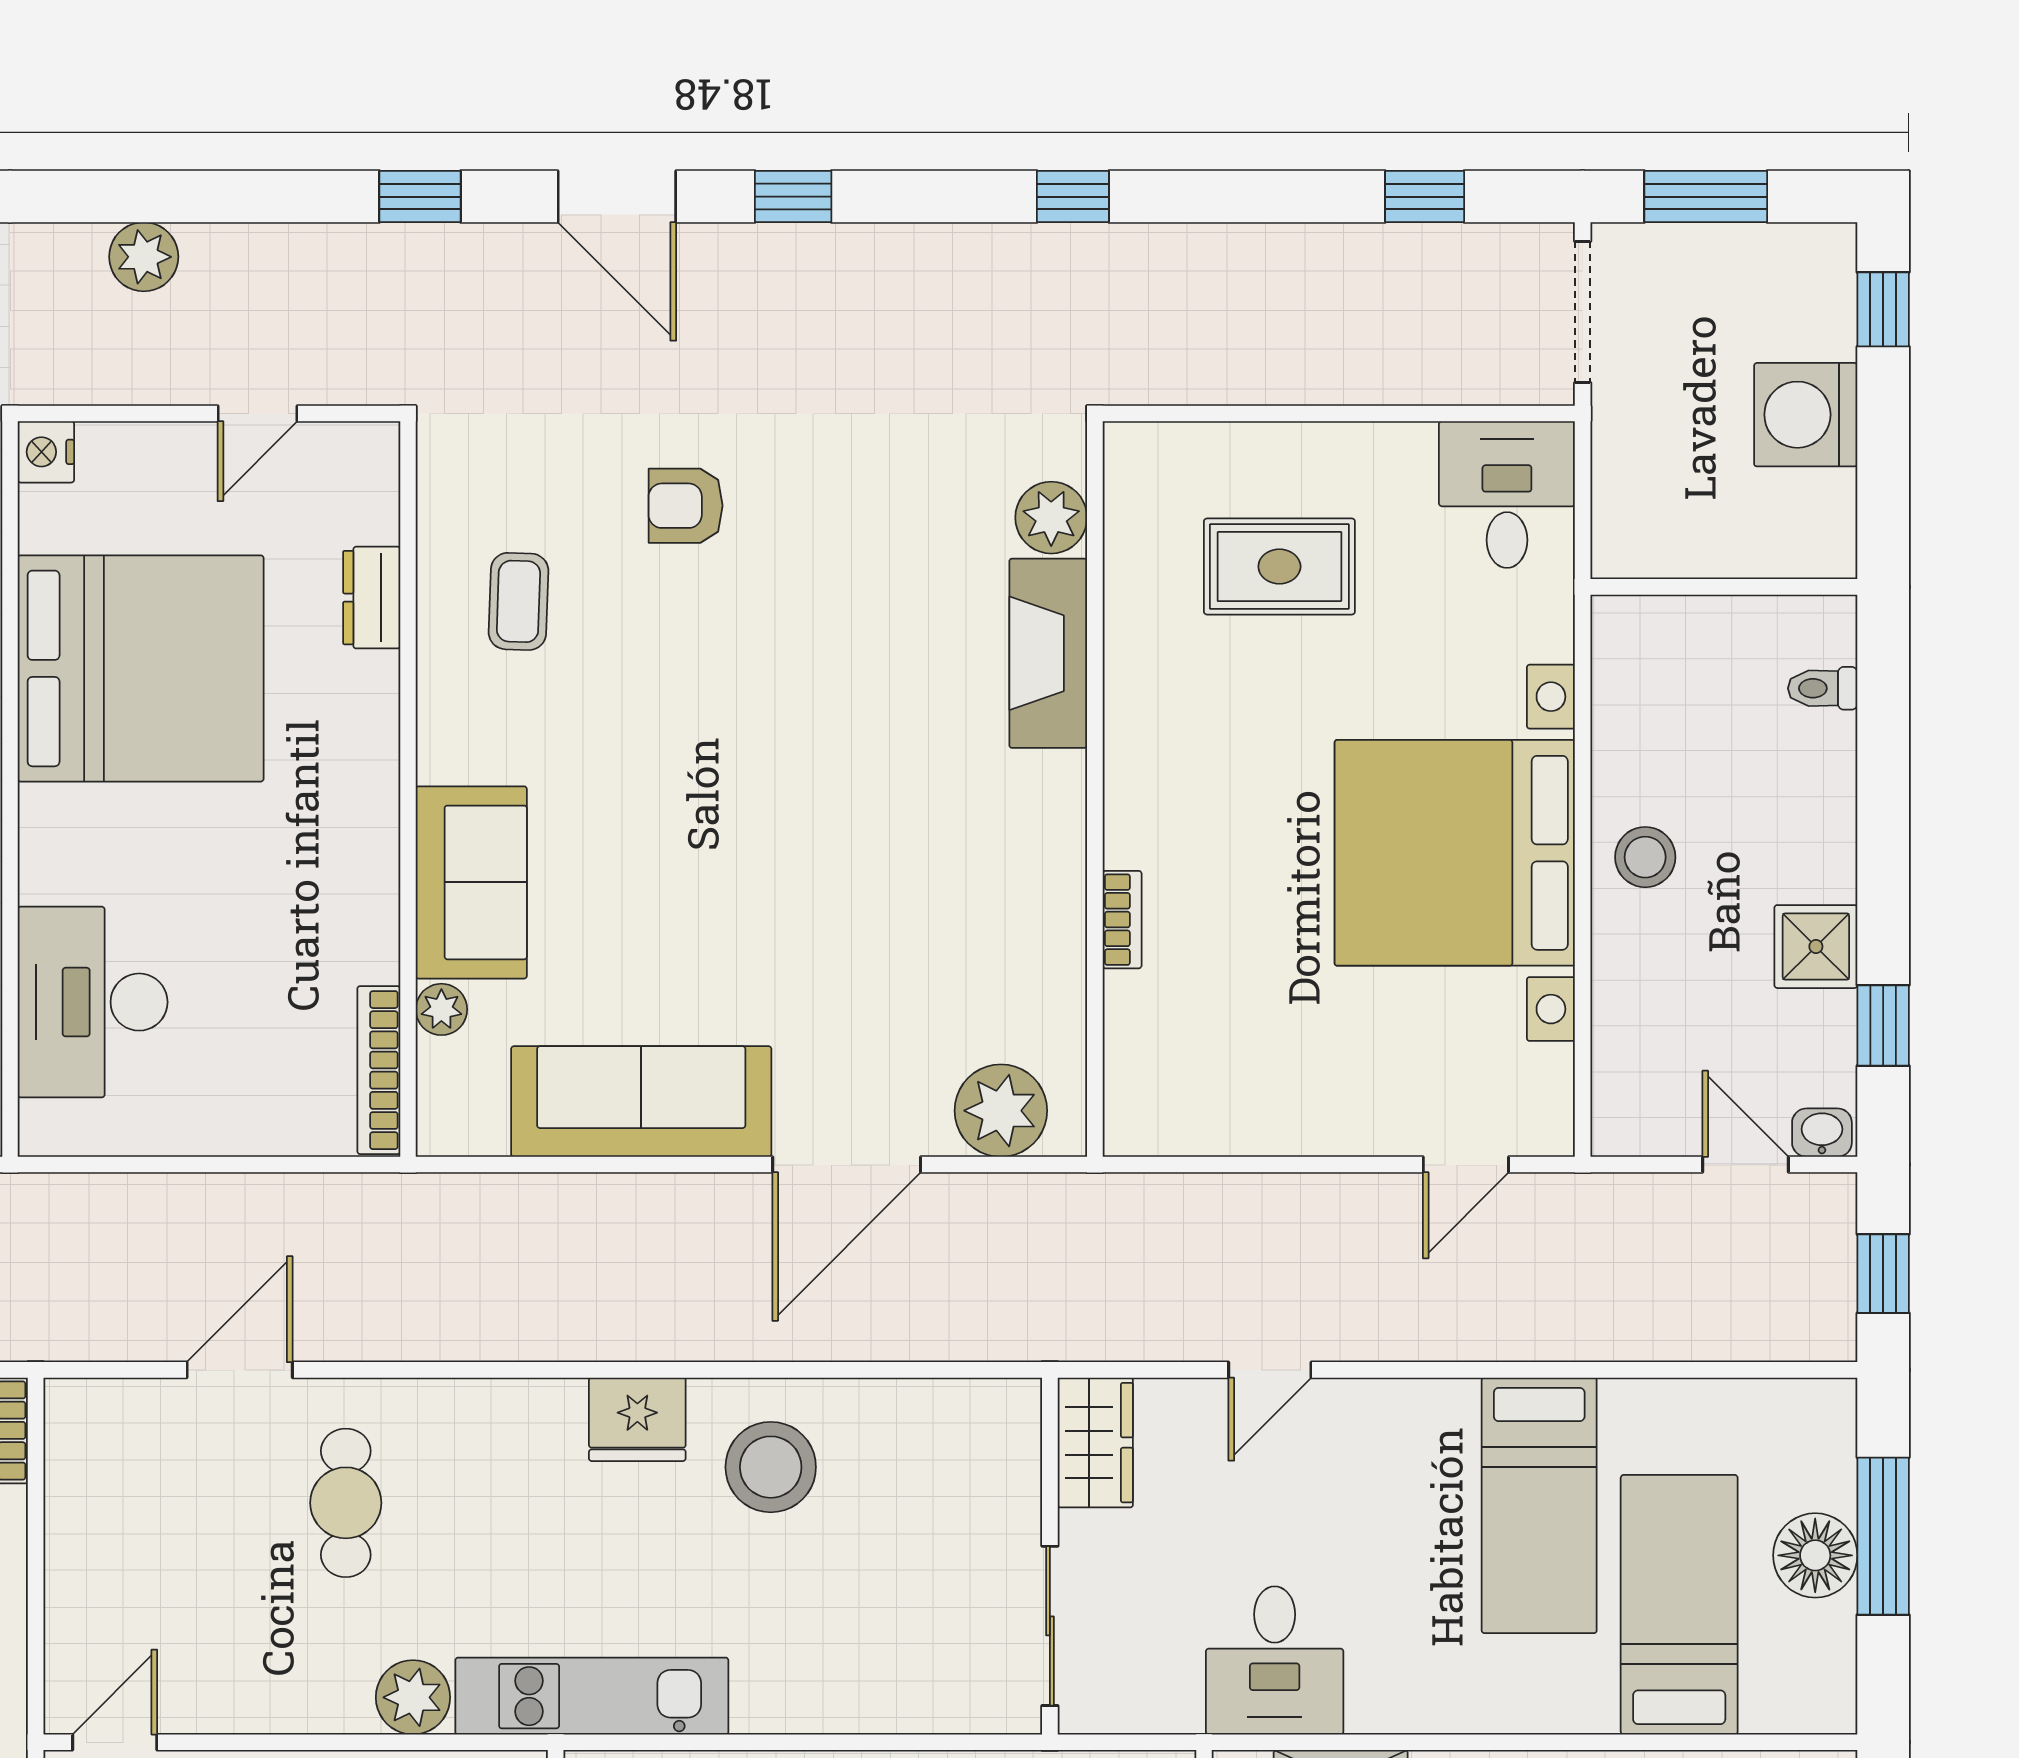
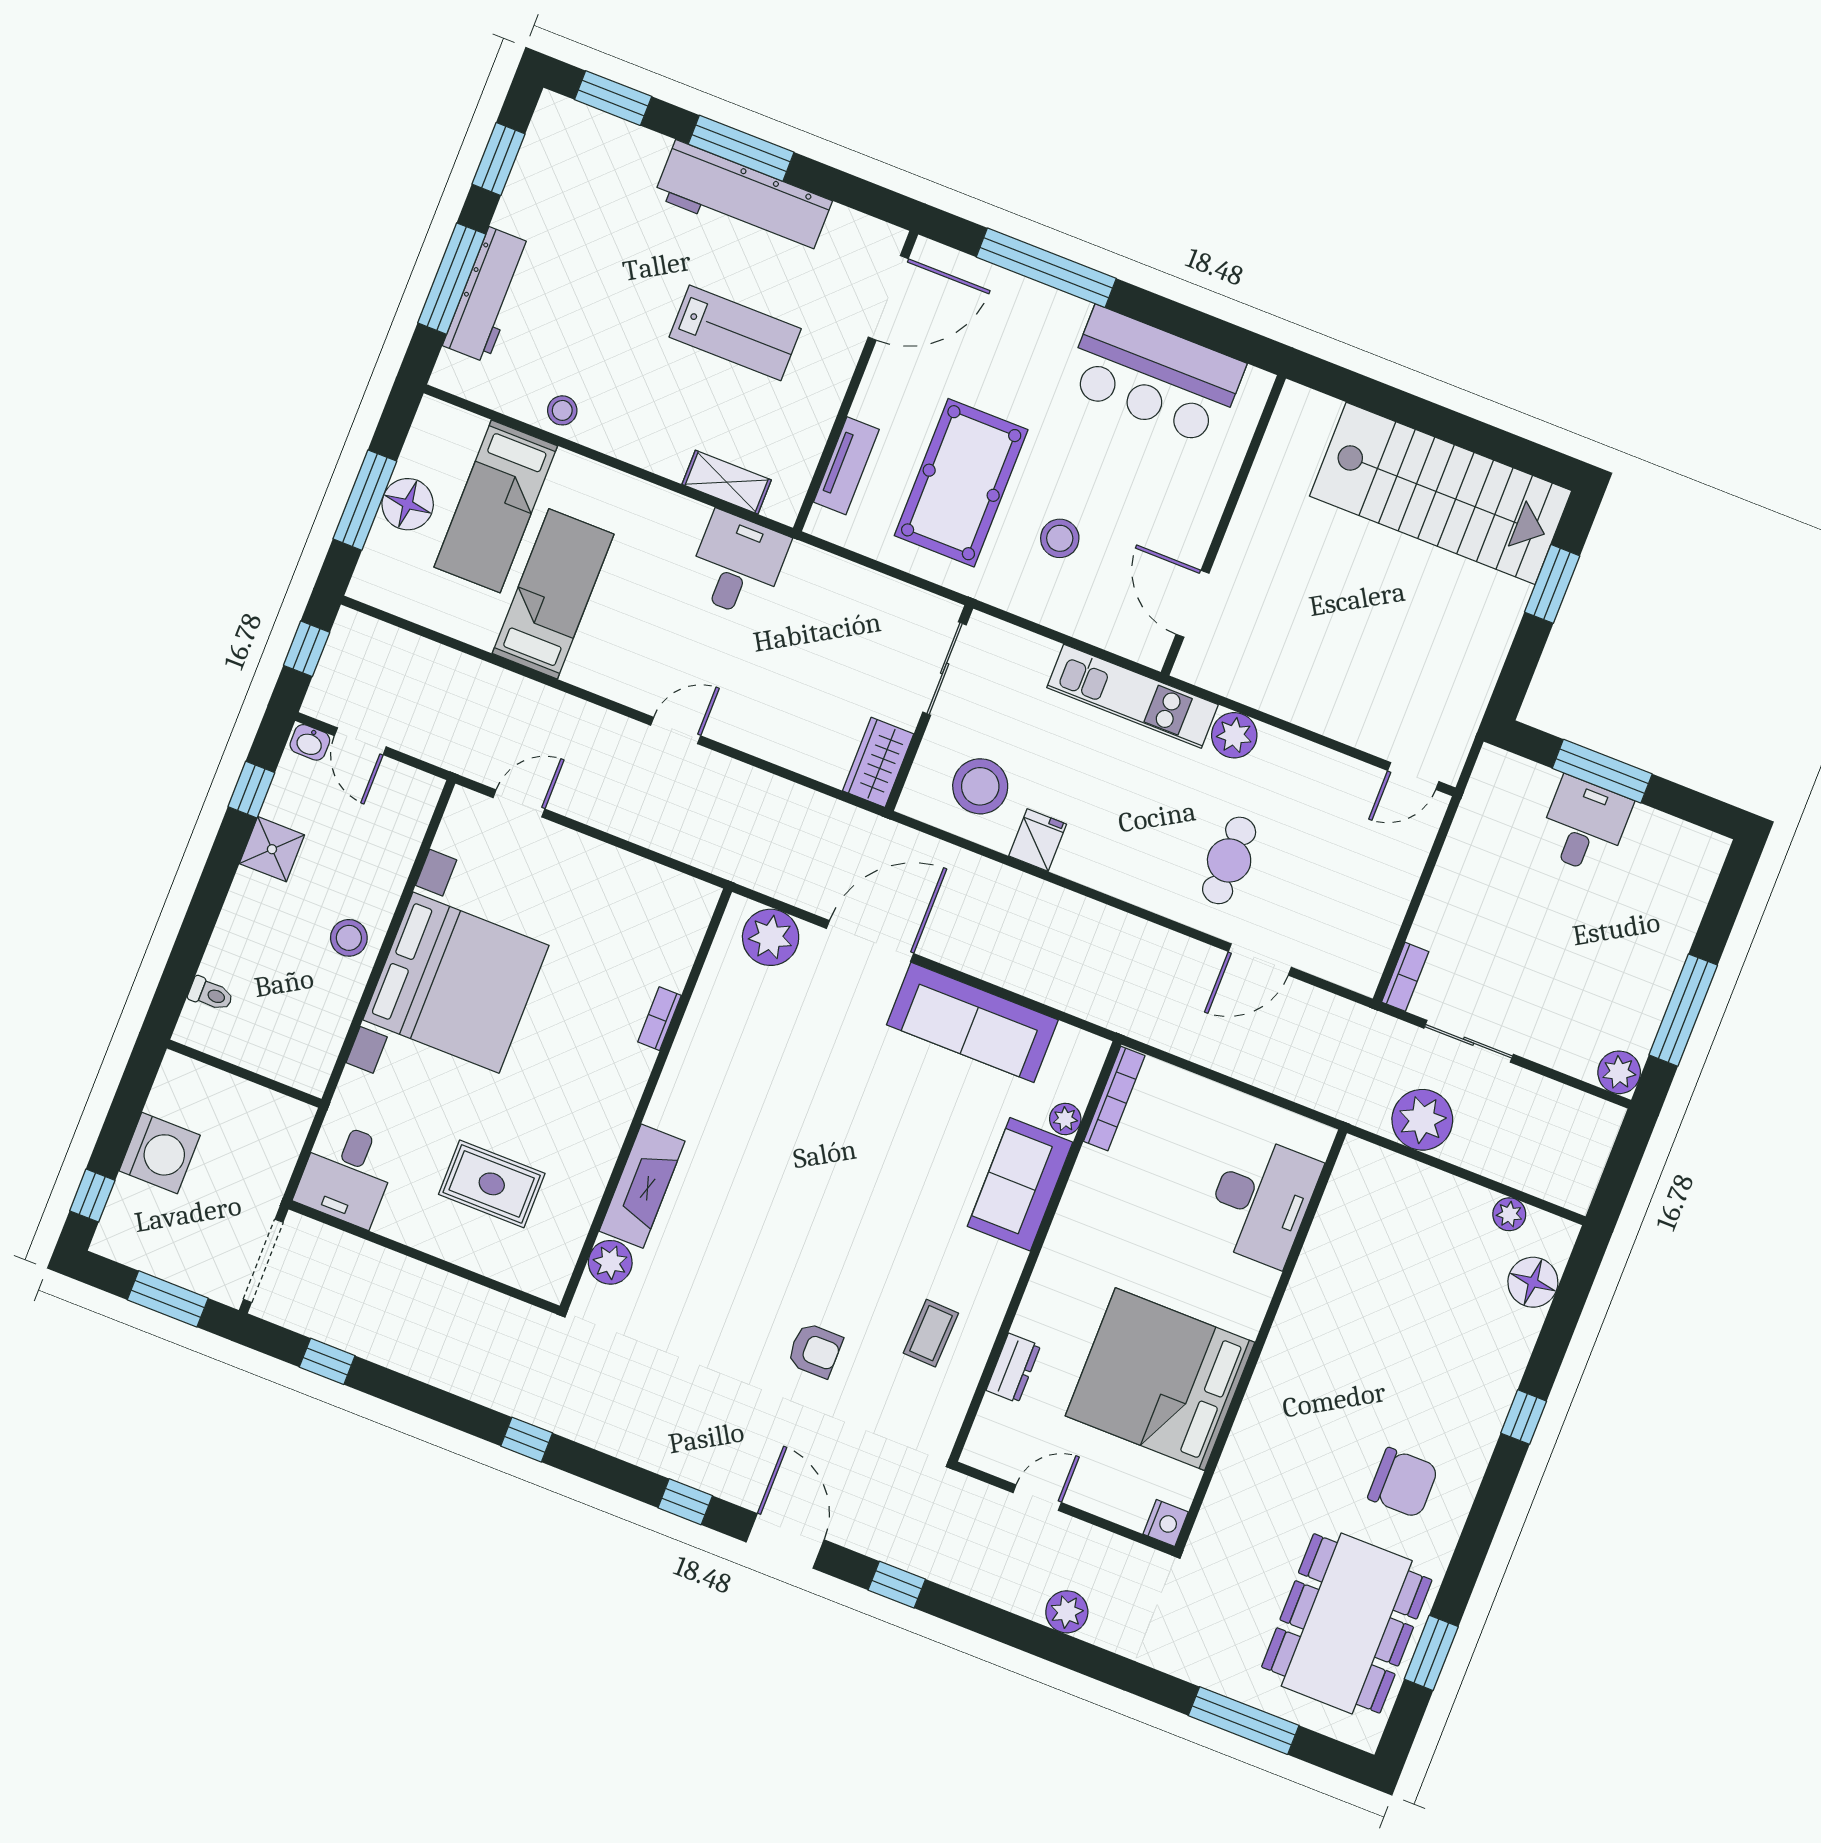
fridge: (637, 1419) -> (1038, 840), width x0.72
wardrobe: (1095, 1443) -> (878, 762), moved
wall: (1050, 1556) -> (929, 708), moved
sliding door: (1050, 1626) -> (945, 669), moved

